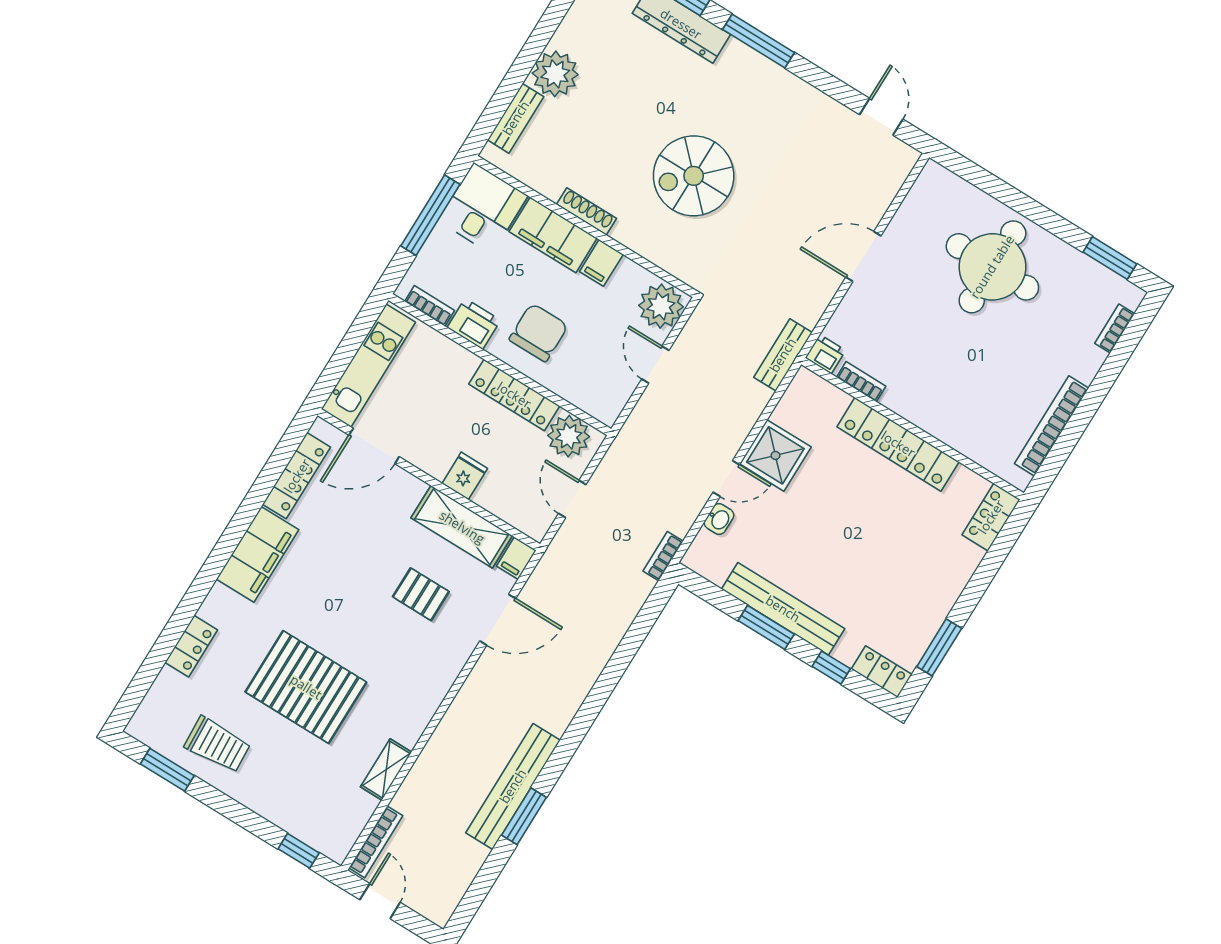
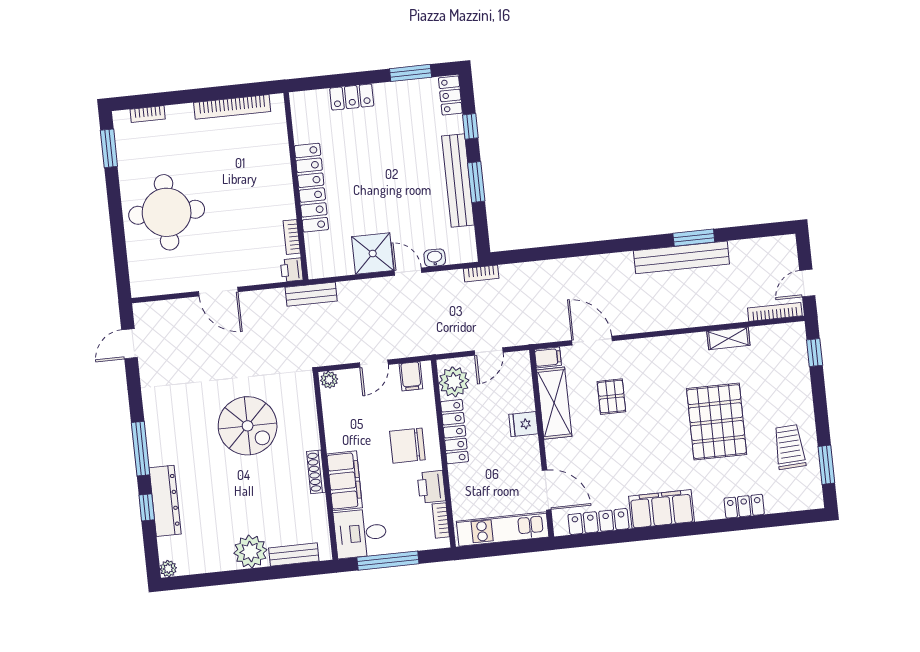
filing cabinet: (601, 263) -> (411, 376), moved, turned 90
plant: (661, 306) -> (329, 380), width x0.53, depth x0.53
locker: (991, 517) -> (352, 97), moved

